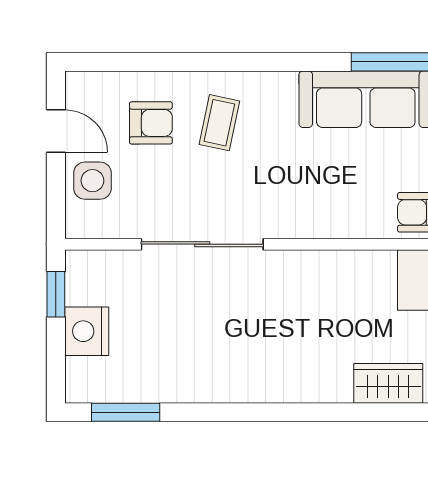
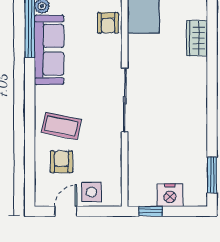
coffee table: (219, 123) -> (61, 126), width x1.36, depth x1.30
sliding door: (202, 244) -> (125, 100), moved

